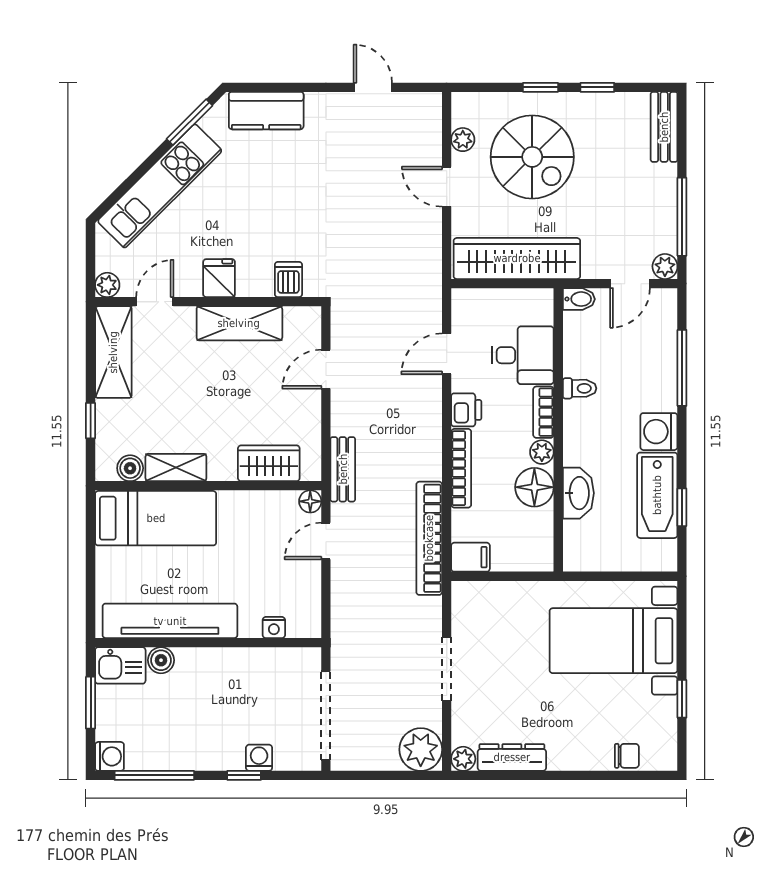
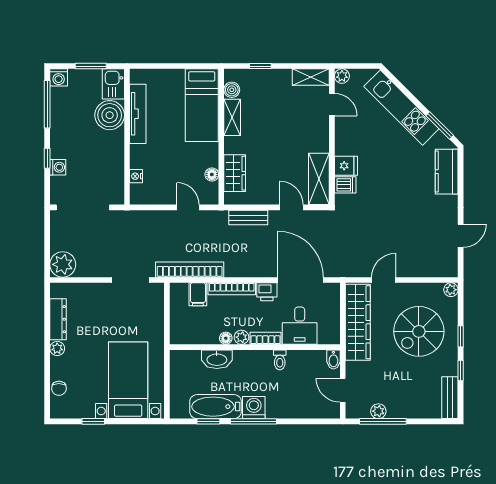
bench: (664, 127) -> (450, 398), moved, turned 90
plant: (463, 140) -> (451, 290), moved
door: (447, 187) -> (384, 280), moved
plant: (665, 266) -> (378, 411), moved
fridge: (219, 278) -> (346, 166), moved
shelving: (239, 323) -> (319, 179), moved
shelving: (113, 352) -> (311, 77), width x0.67, depth x0.75
door: (447, 354) -> (301, 280), width x1.87
window: (682, 368) -> (254, 421), moved
bench: (343, 469) -> (248, 218), moved
floor lamp: (534, 487) -> (226, 338), width x0.53, depth x0.53
floor lamp: (310, 501) -> (212, 174), moved
filing cabinet: (470, 557) -> (198, 294), moved
tv unit: (170, 621) -> (138, 114), width x0.73, depth x0.78
boiler: (161, 660) -> (110, 115), width x1.86, depth x1.86
doorway: (447, 669) -> (130, 280), moved
plant: (463, 759) -> (57, 348), moved

